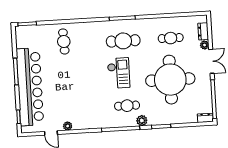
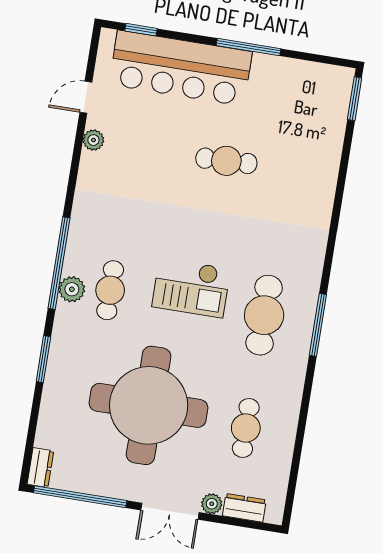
cafe table: (64, 41) -> (226, 161), moved
bar counter: (30, 87) -> (181, 68), width x0.73
plant: (142, 121) -> (72, 289), moved

